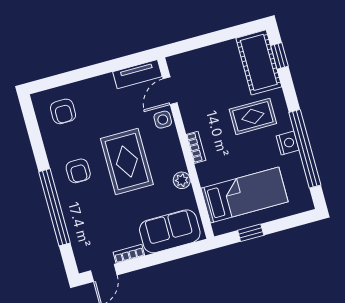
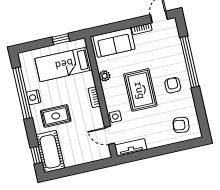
door: (170, 91) -> (110, 135), swing flipped
armchair: (63, 111) -> (181, 125), turned -82

